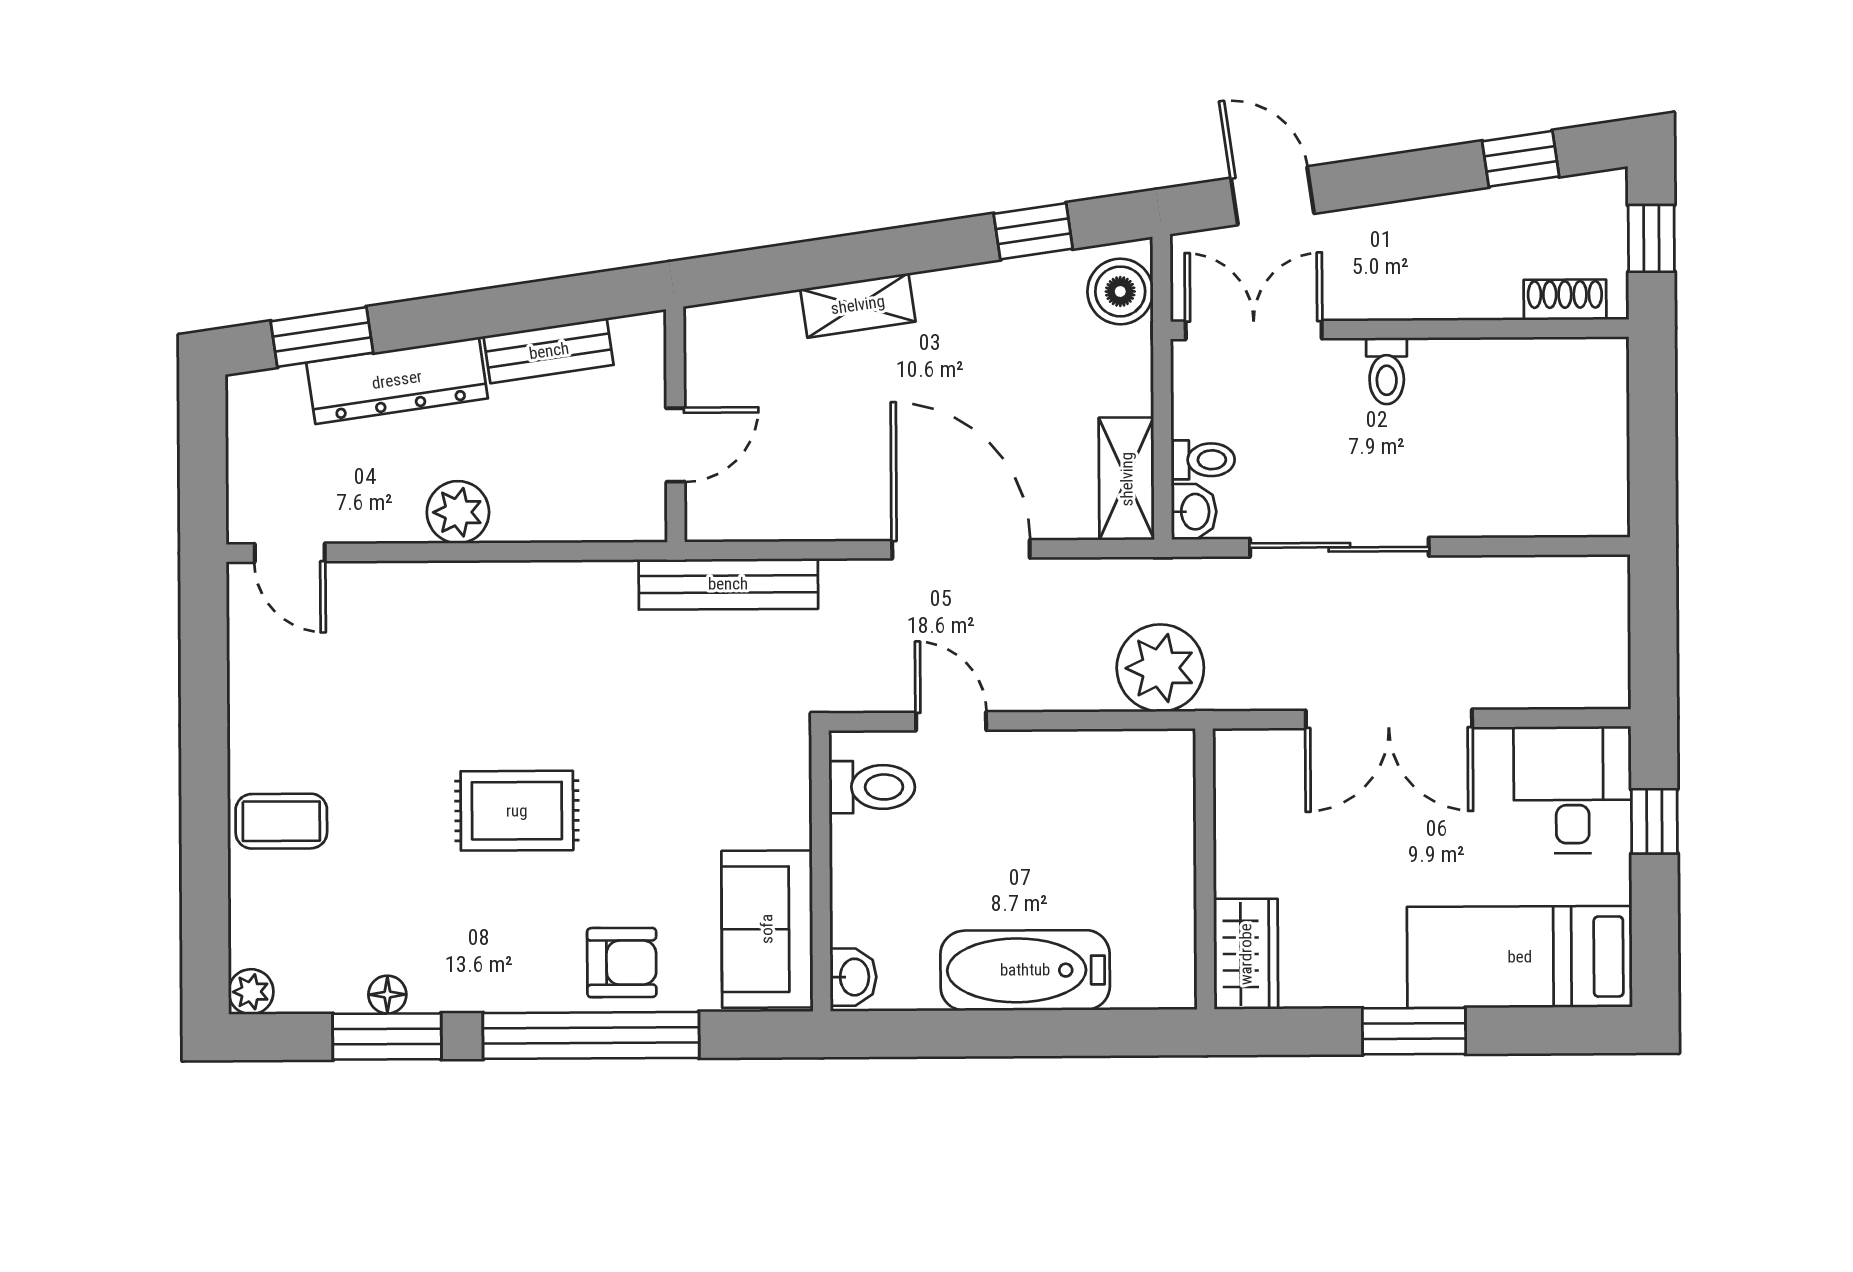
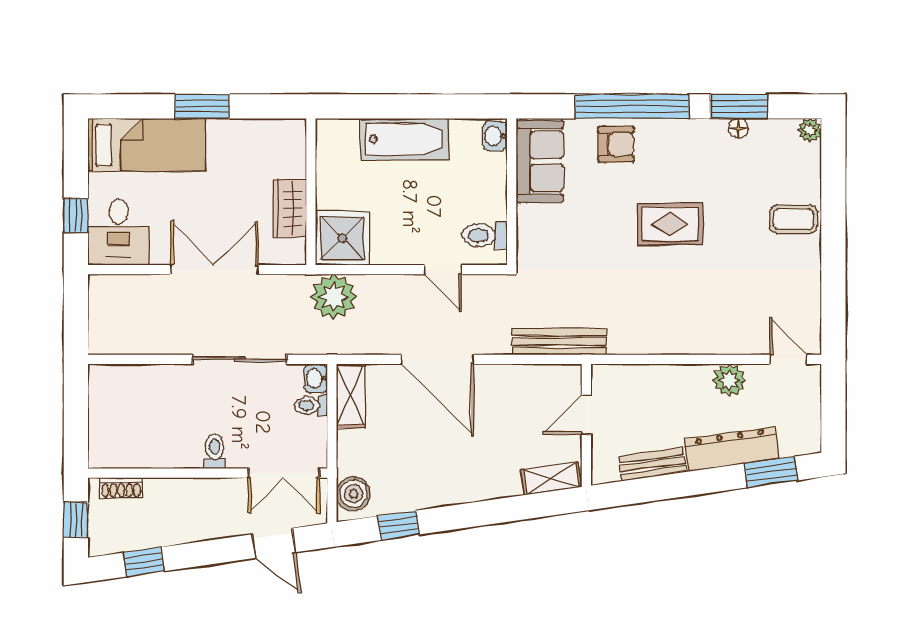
shelving: (858, 305) -> (551, 478), moved
plant: (458, 512) -> (729, 380), moved
shower: (1144, 780) -> (342, 238), added
wardrobe: (1246, 954) -> (290, 208), moved
armchair: (622, 963) -> (616, 144), turned 180

